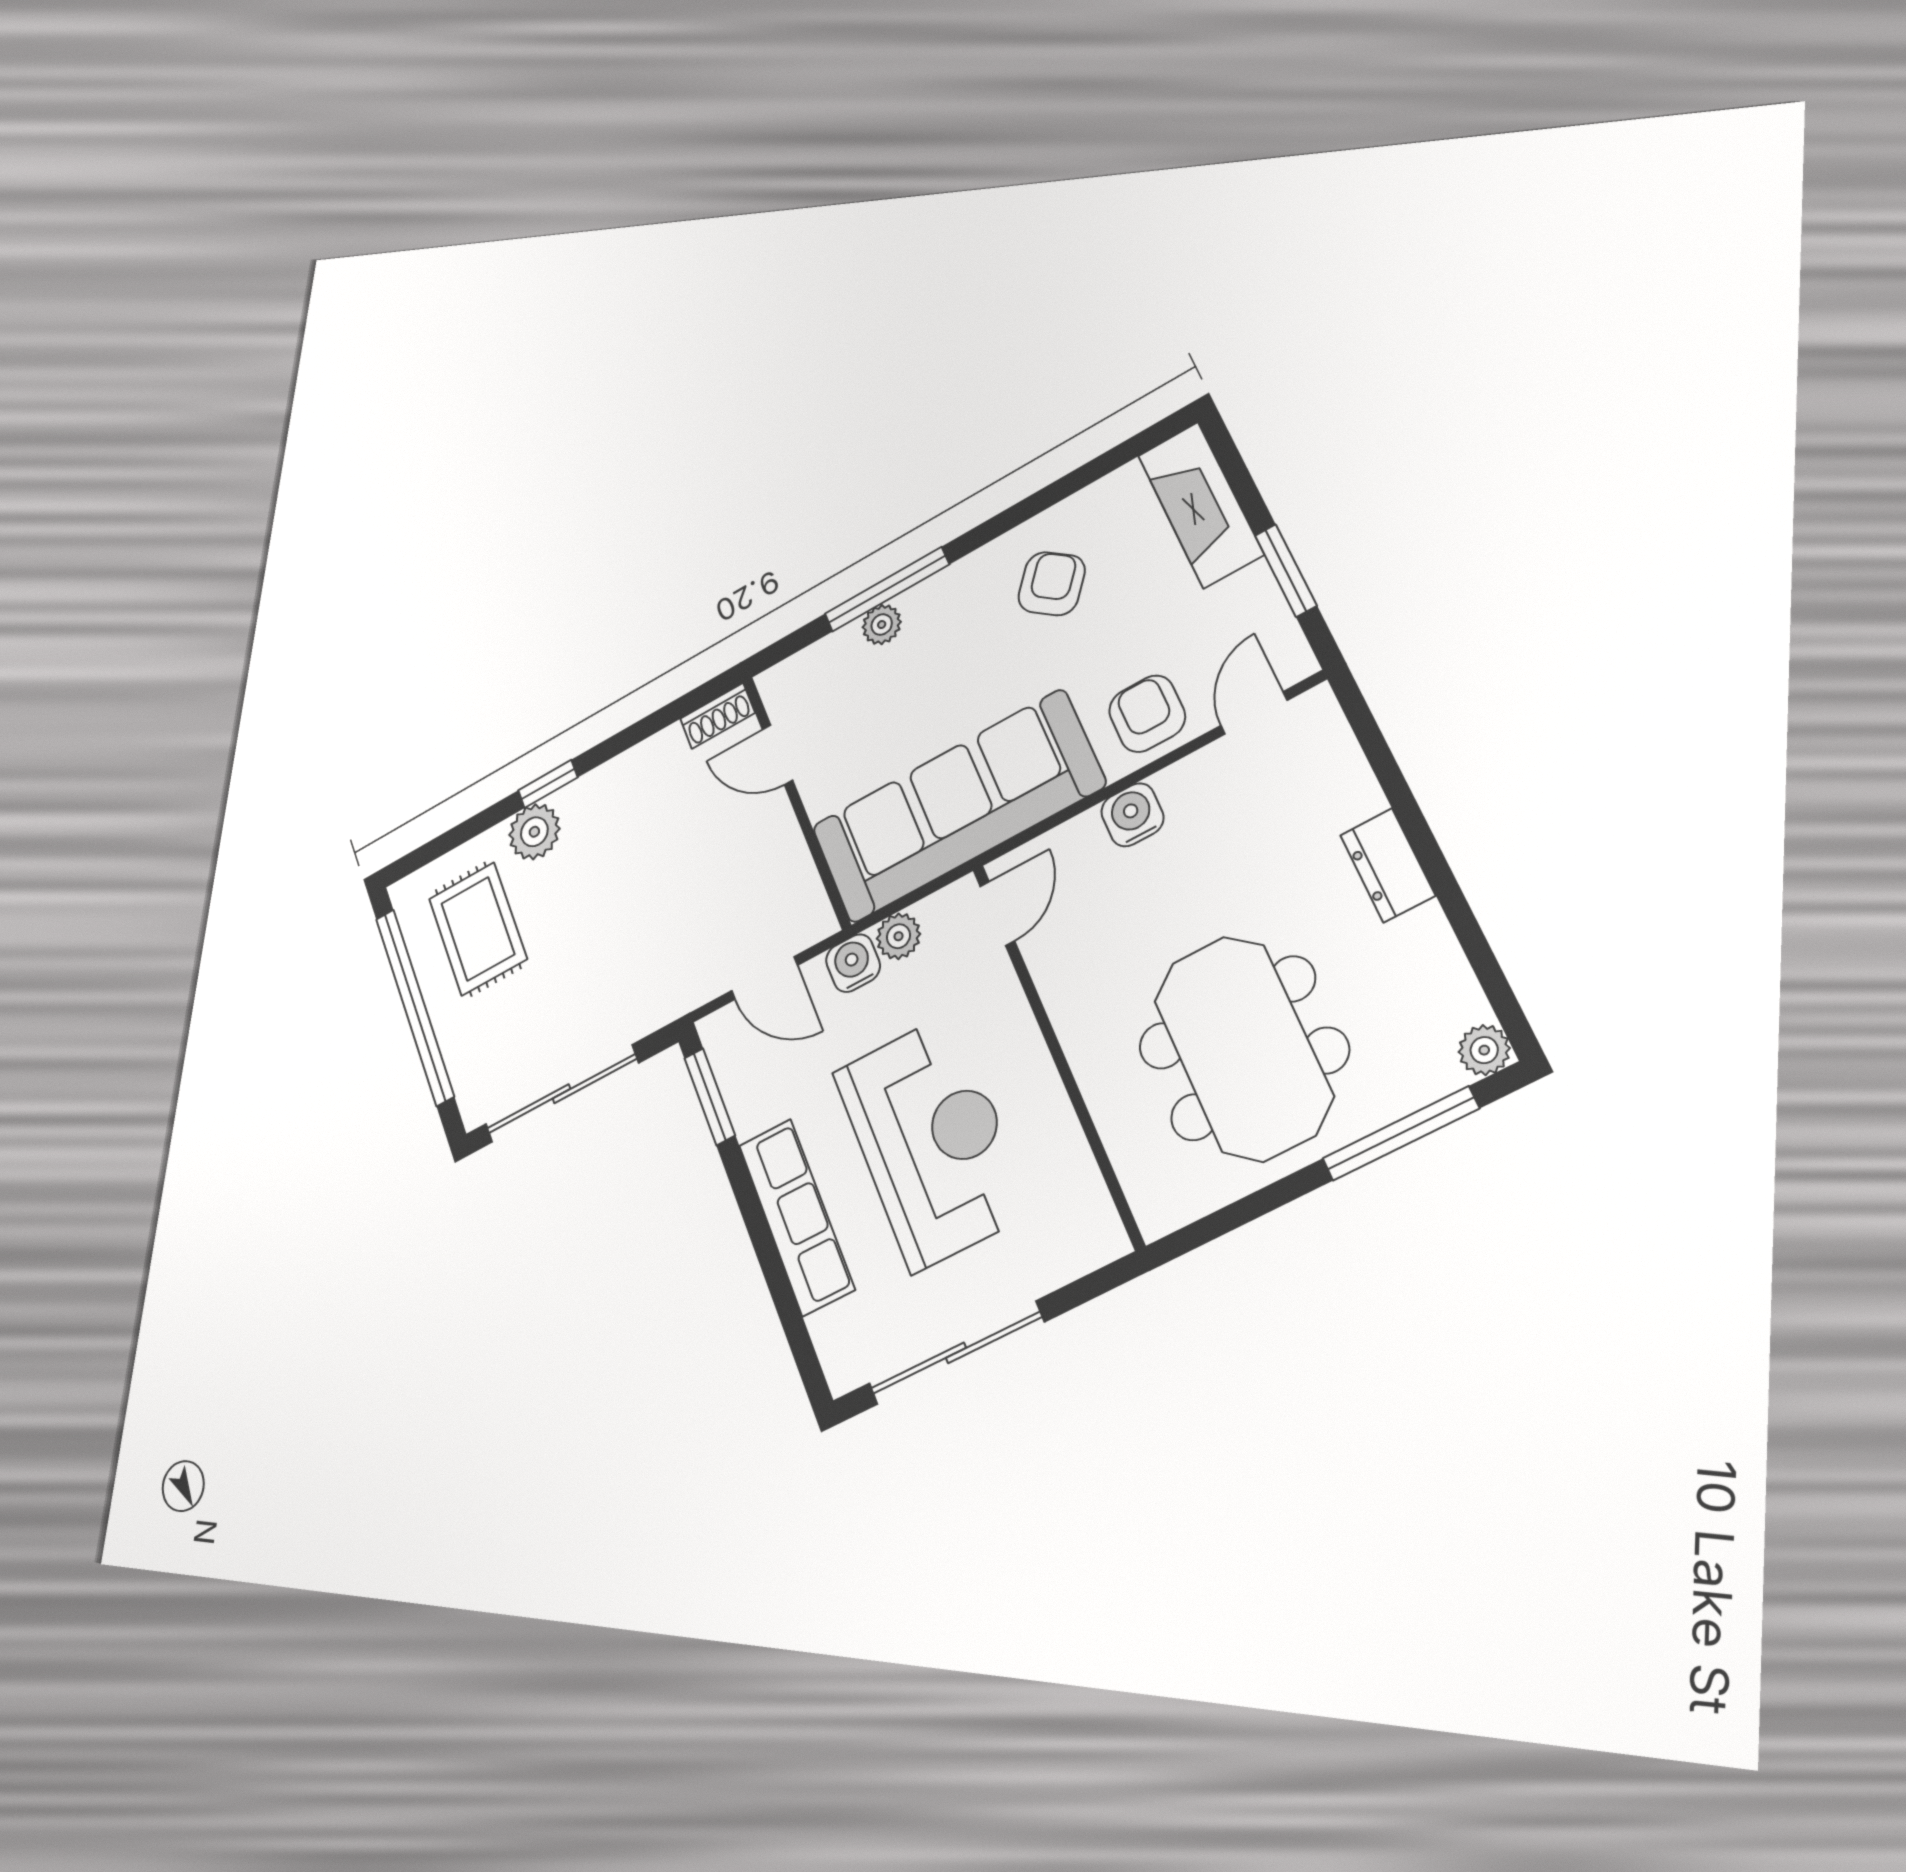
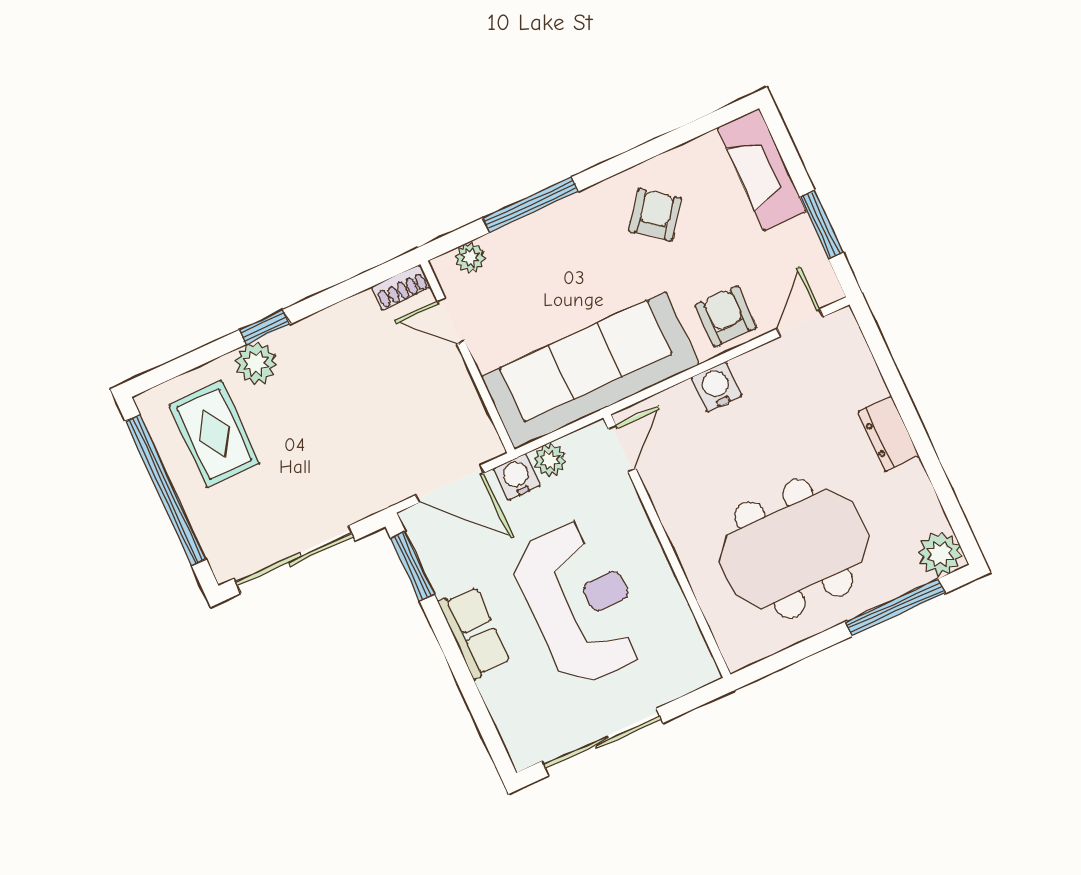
plant: (882, 625) -> (470, 258), moved
door: (764, 978) -> (450, 484), width x1.38
meeting table: (1243, 1048) -> (794, 549), turned 90
plant: (1484, 1050) -> (940, 554), width x1.38, depth x1.38
row of seats: (796, 1217) -> (474, 632), width x0.68

